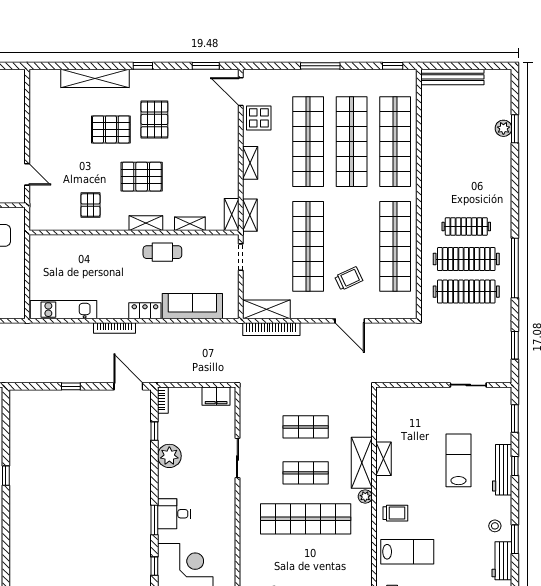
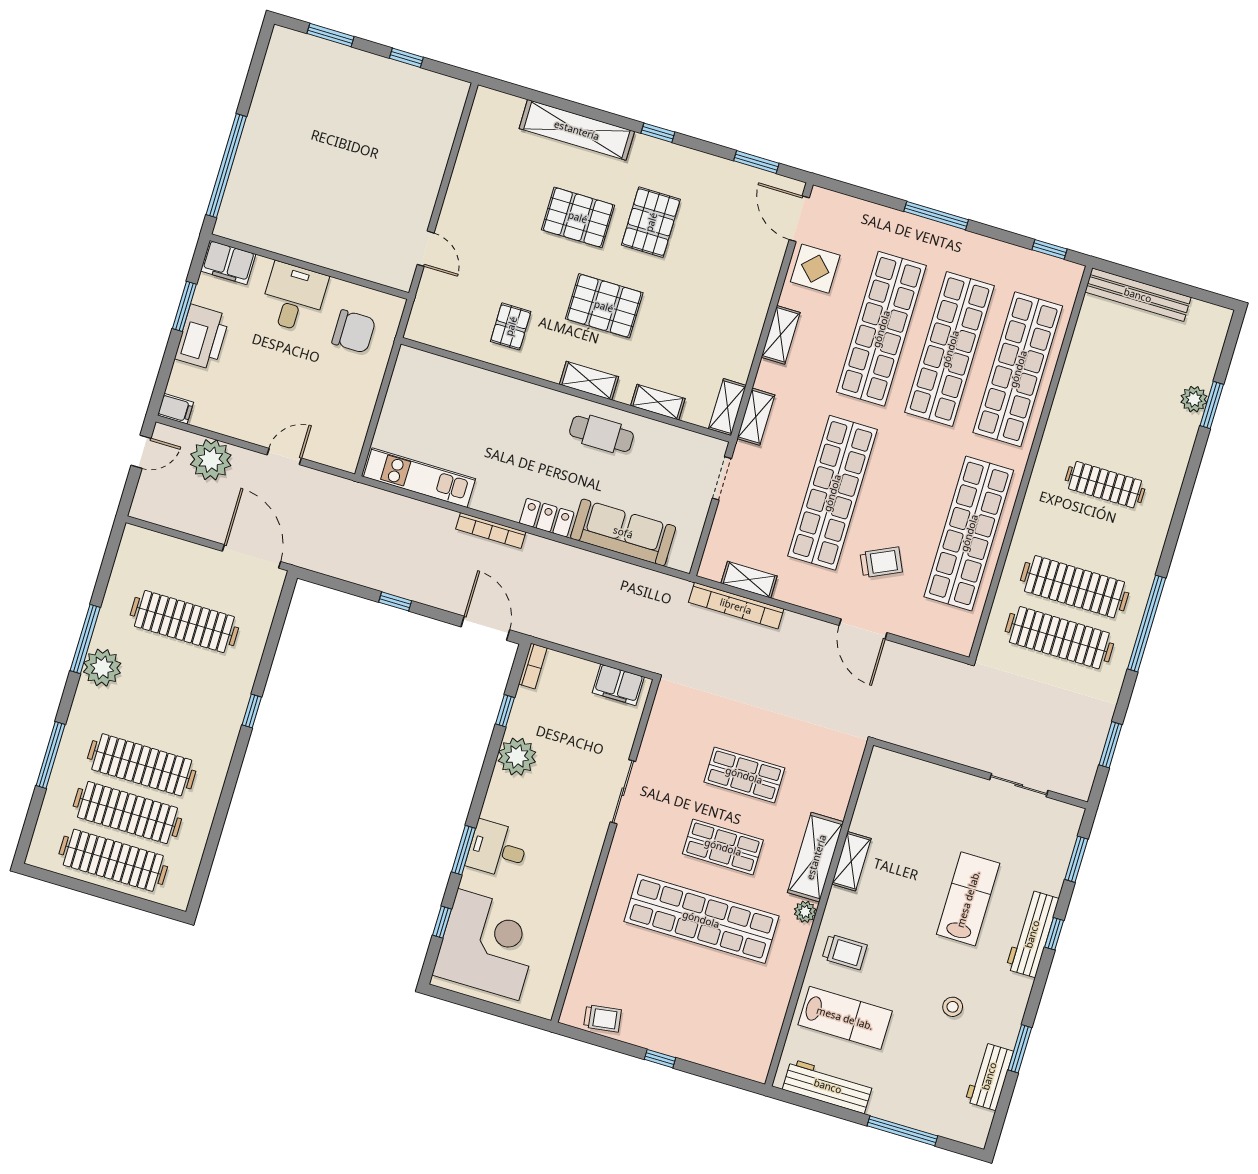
clothes rail: (466, 226) -> (1105, 485), moved
shelving: (266, 309) -> (749, 580), width x0.67, depth x0.75
stool: (495, 526) -> (953, 1007), moved

